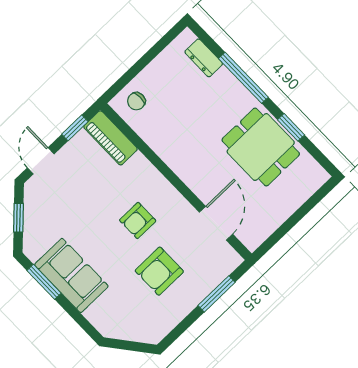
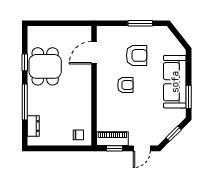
piano: (111, 138) -> (112, 139), moved, turned -90
sofa: (71, 275) -> (175, 82), width x1.36
window: (217, 294) -> (140, 23), moved

